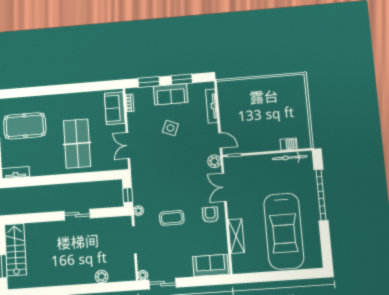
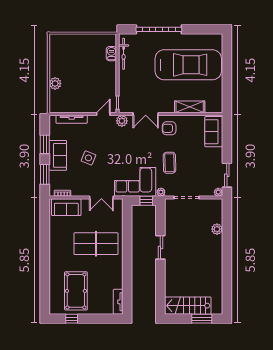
plant: (250, 85) -> (55, 83), added
corner sofa: (148, 181) -> (135, 182), added

